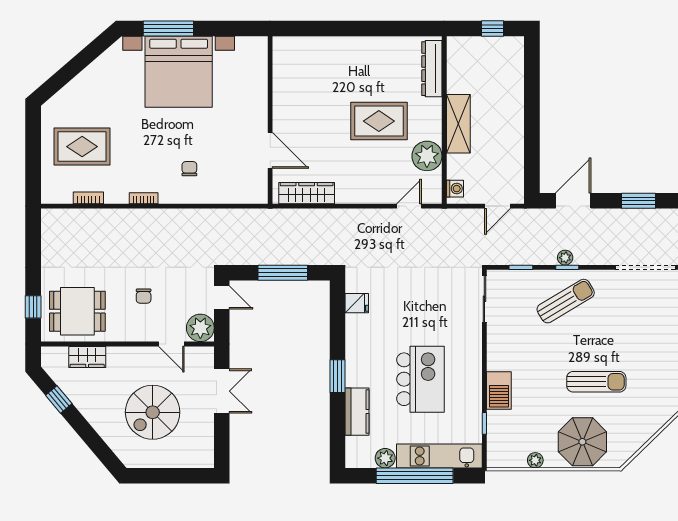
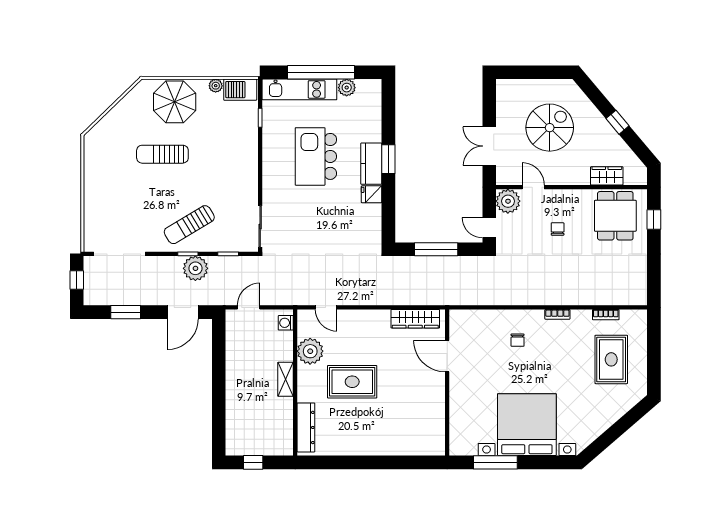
window: (168, 29) -> (495, 462), moved
shelving: (458, 124) -> (285, 379), width x0.67, depth x0.75
rug: (82, 147) -> (611, 359), turned 90
door: (409, 206) -> (326, 307), hinge flipped
plant: (565, 258) -> (195, 268), width x1.88, depth x1.88
fridge: (357, 303) -> (372, 194), moved
dining table: (77, 311) -> (615, 216), turned 90
barbecue: (499, 391) -> (240, 90), moved, turned -90
window: (59, 399) -> (618, 122), moved
kitchen counter: (357, 412) -> (371, 164), moved

